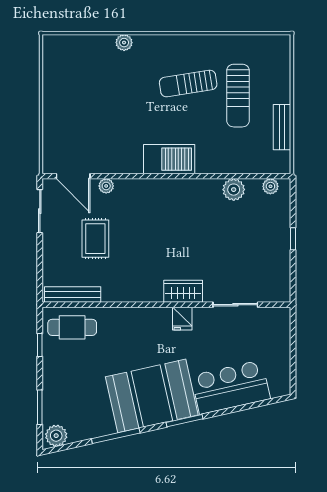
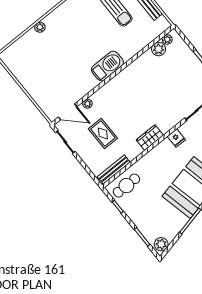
sun lounger: (188, 83) -> (87, 22), removed
plant: (234, 190) -> (159, 49), moved
wardrobe: (183, 291) -> (150, 138), moved

